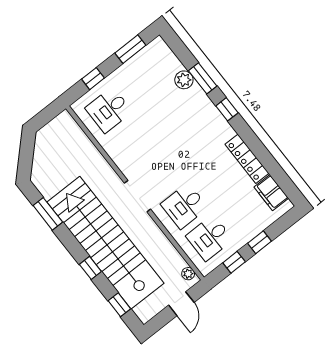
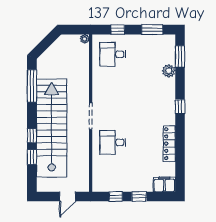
window: (203, 78) -> (180, 56), moved
filing cabinet: (271, 193) -> (164, 184), moved, turned 90
window: (48, 214) -> (32, 86), width x1.44
desk: (210, 238) -> (113, 172), removed
plant: (188, 274) -> (85, 39), moved
window: (119, 305) -> (32, 157), moved

